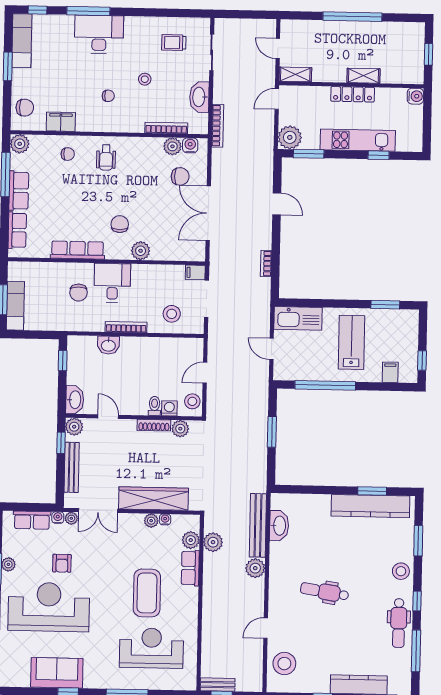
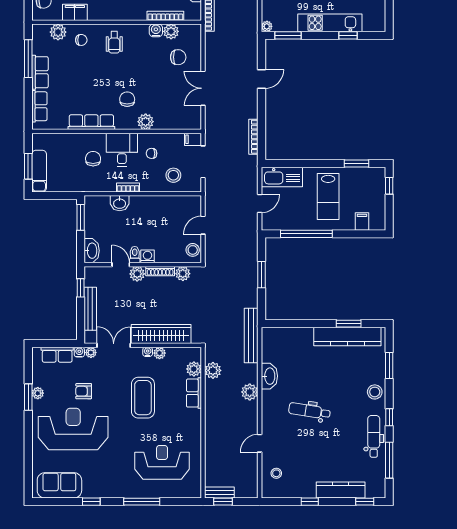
plant: (290, 137) -> (267, 26), width x0.53, depth x0.53
plant: (20, 144) -> (58, 32), moved
water cooler: (190, 145) -> (156, 30), moved
door: (277, 204) -> (262, 79), hinge flipped
double door: (208, 213) -> (203, 88), width x0.73
bookcase: (266, 264) -> (253, 137), width x1.56
chair: (147, 288) -> (151, 153), added
chair: (79, 293) -> (93, 159), turned 180
bookcase: (126, 327) -> (128, 187), width x0.64
lab bench: (351, 342) -> (328, 197), turned 180
door: (272, 349) -> (260, 204), swing flipped
window: (422, 360) -> (389, 186), moved
window: (63, 361) -> (81, 217), width x1.50
toilet: (154, 406) -> (135, 255), moved
washing machine: (169, 408) -> (148, 256), moved
plant: (74, 427) -> (137, 274), moved
double door: (98, 511) -> (114, 345), swing flipped
water cooler: (165, 519) -> (148, 352), moved
bench: (258, 525) -> (251, 336), moved
washbasin: (279, 526) -> (269, 376), moved
armchair: (62, 563) -> (84, 391), turned 90
coffee table: (147, 593) -> (143, 398), moved
dental chair: (399, 623) -> (374, 436), turned 180
stool: (284, 664) -> (276, 473), width x0.53, depth x0.53
sofa: (57, 673) -> (59, 485), moved

